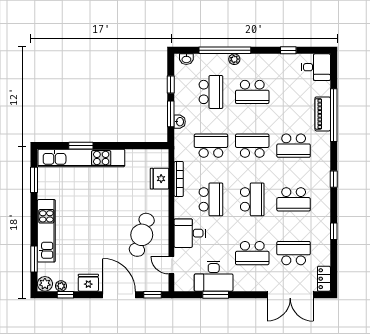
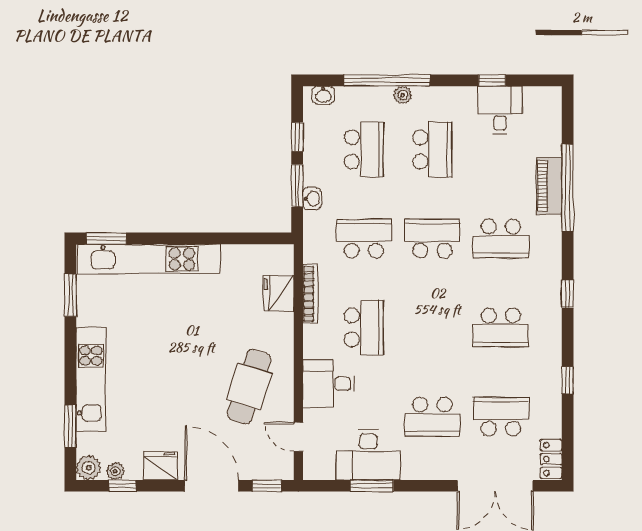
desk: (316, 67) -> (500, 110), moved, turned -90
school desk: (252, 92) -> (432, 149), turned -90
window: (81, 146) -> (106, 238), moved
school desk: (252, 199) -> (432, 328), removed

